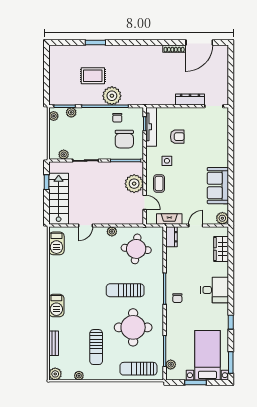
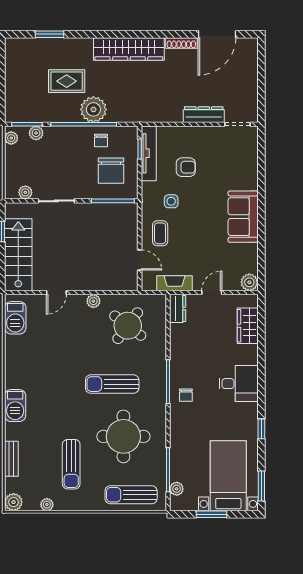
window: (95, 42) -> (50, 34), moved
wardrobe: (137, 53) -> (129, 49), added
plant: (134, 184) -> (125, 233), removed
sofa: (218, 186) -> (243, 217), moved
round table: (136, 249) -> (128, 326), turned 31

